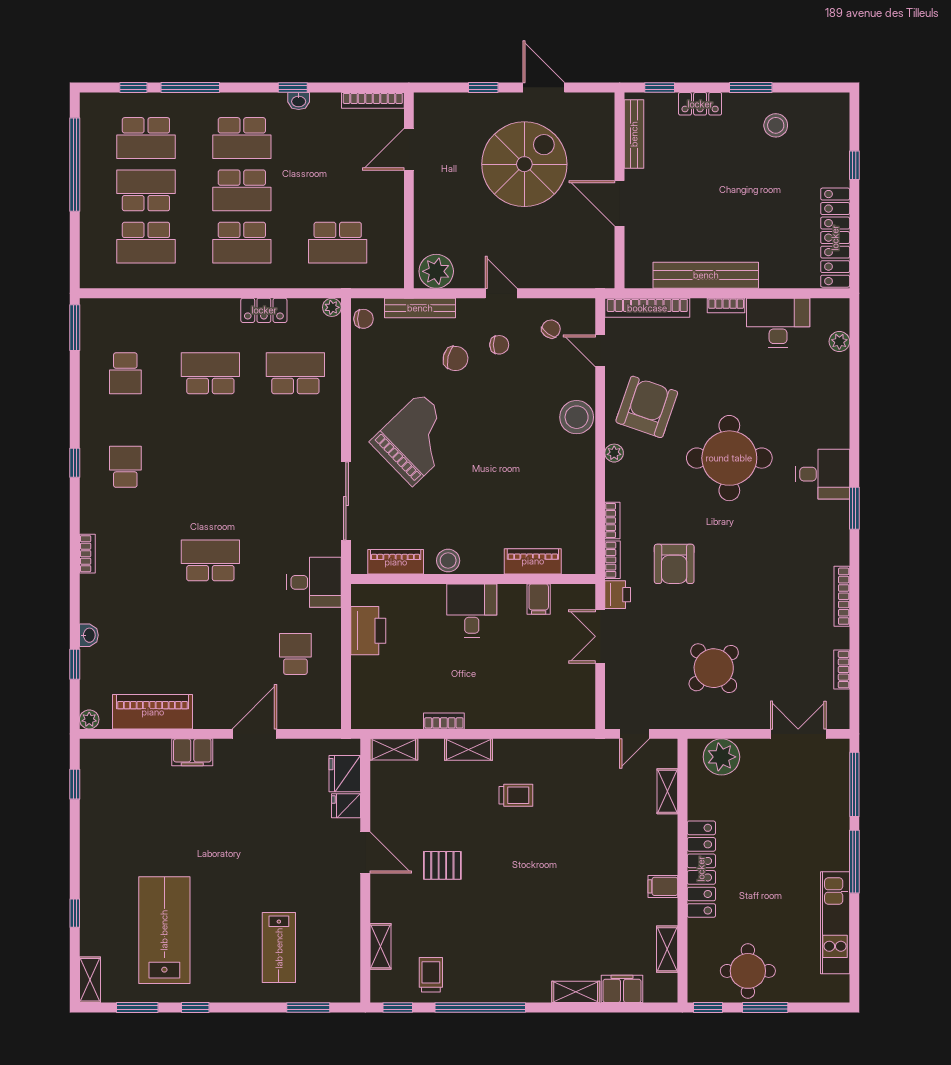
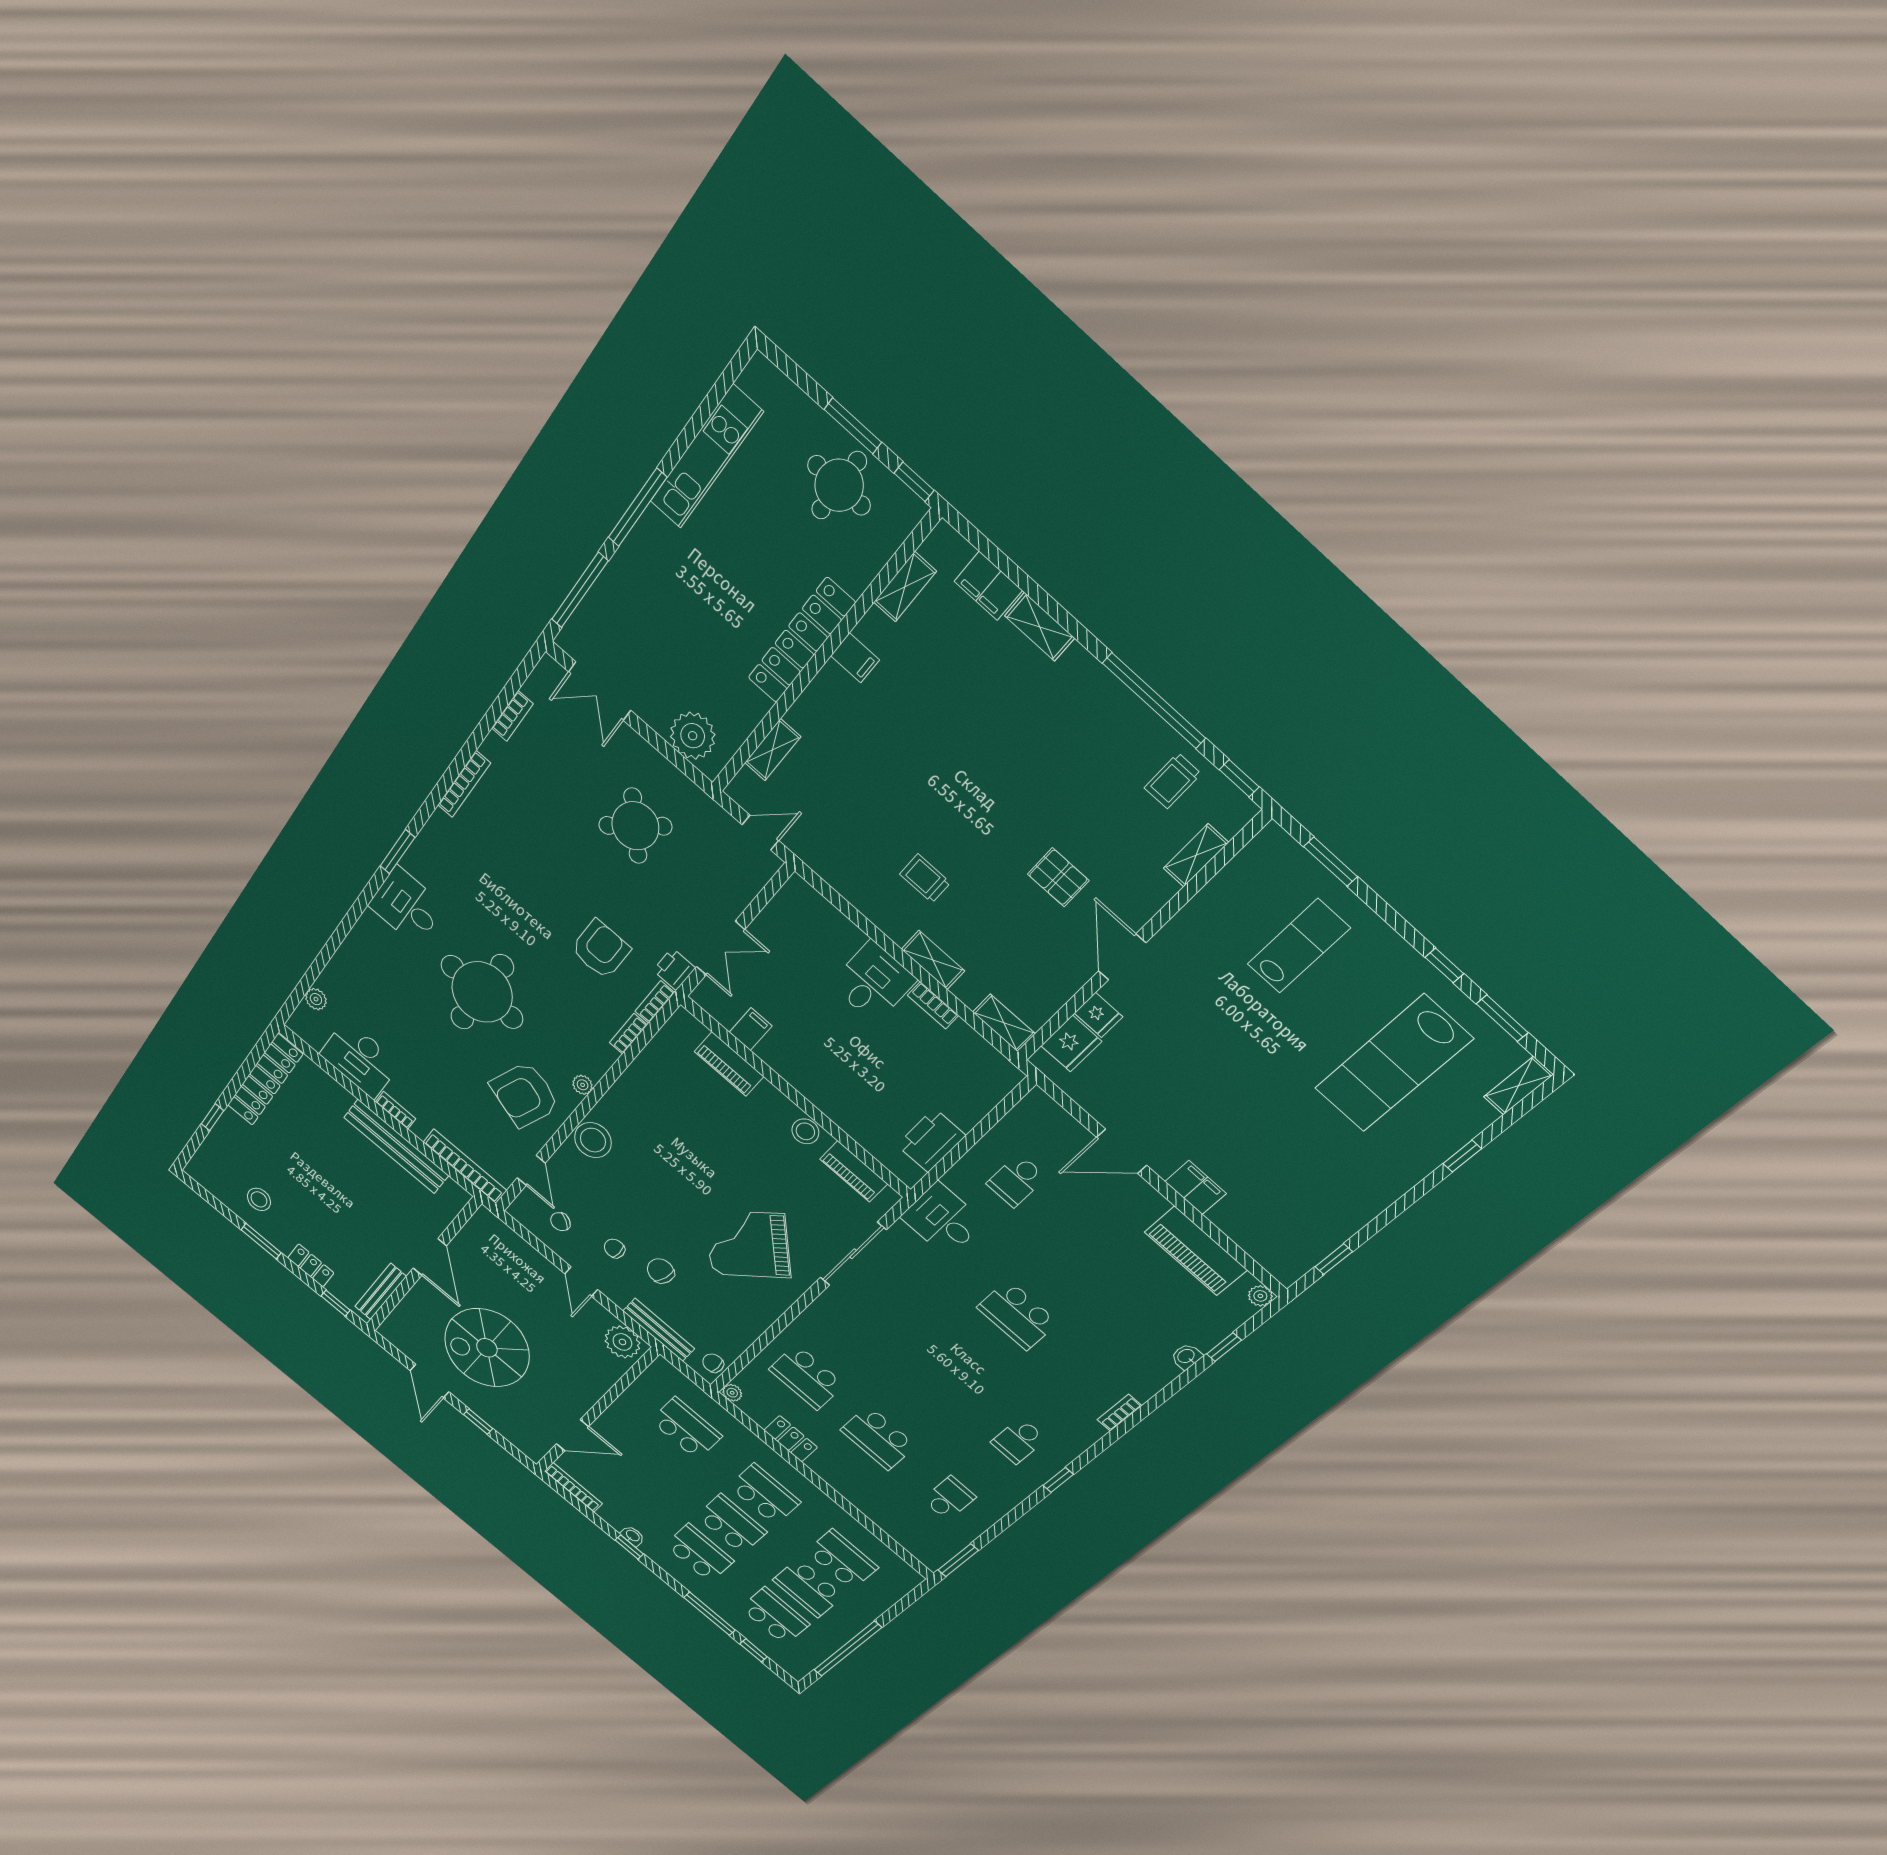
desk: (472, 611) -> (873, 982), moved, turned 180

